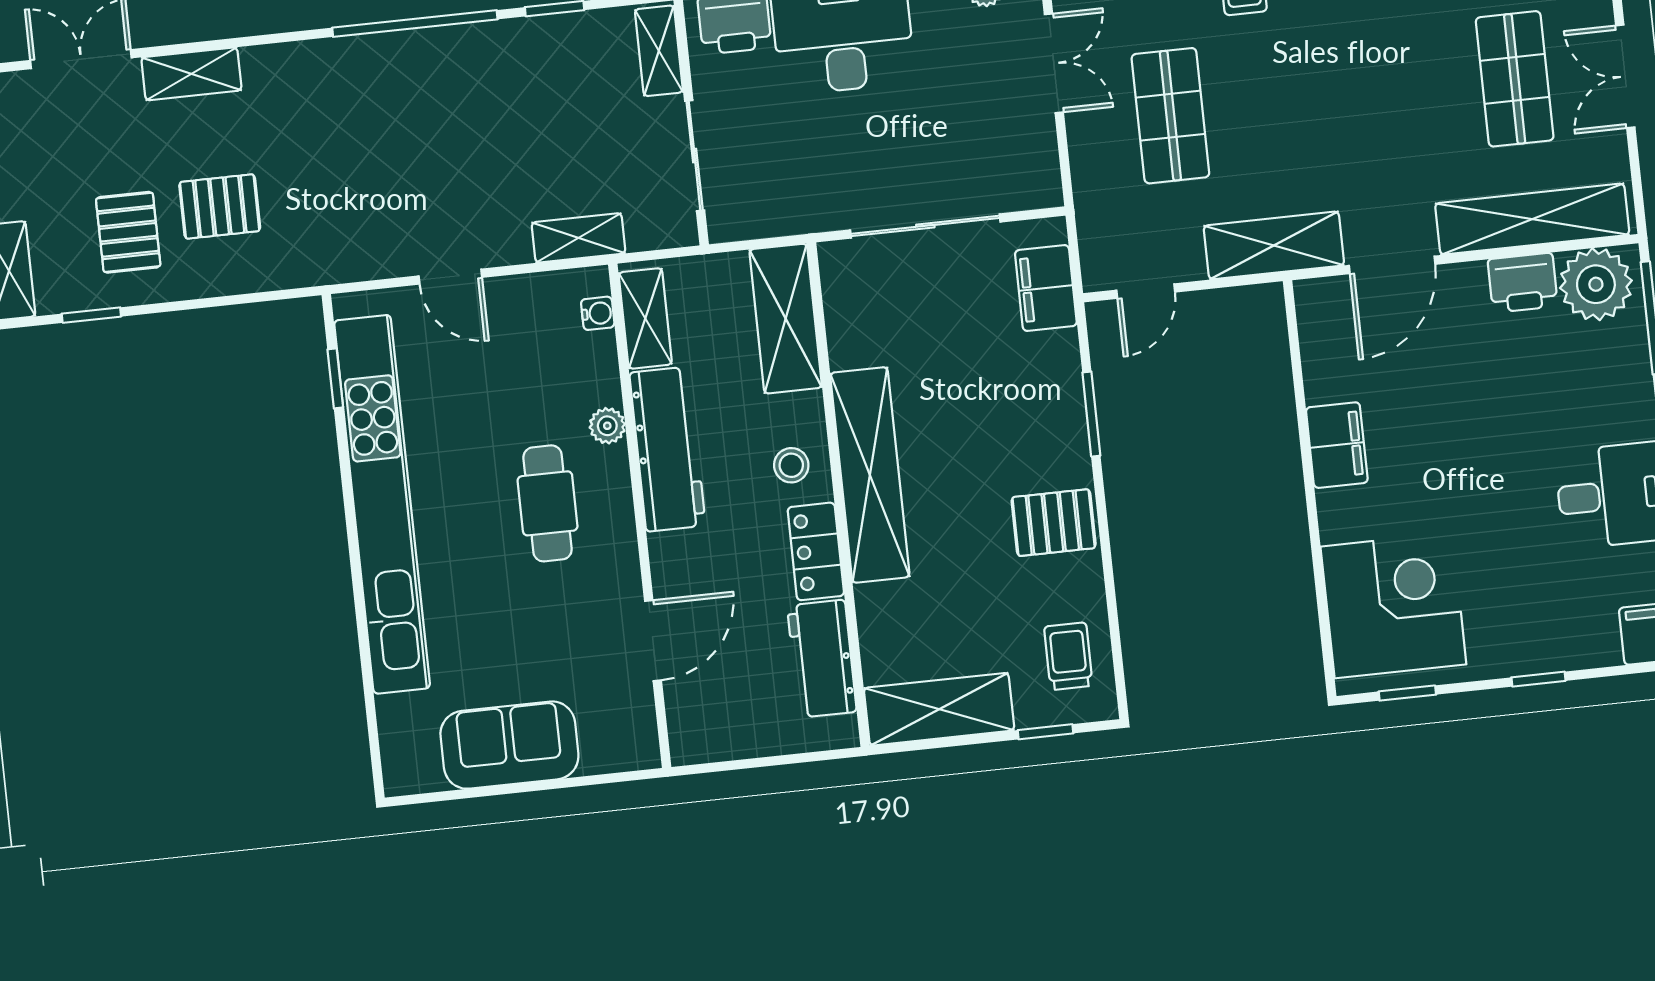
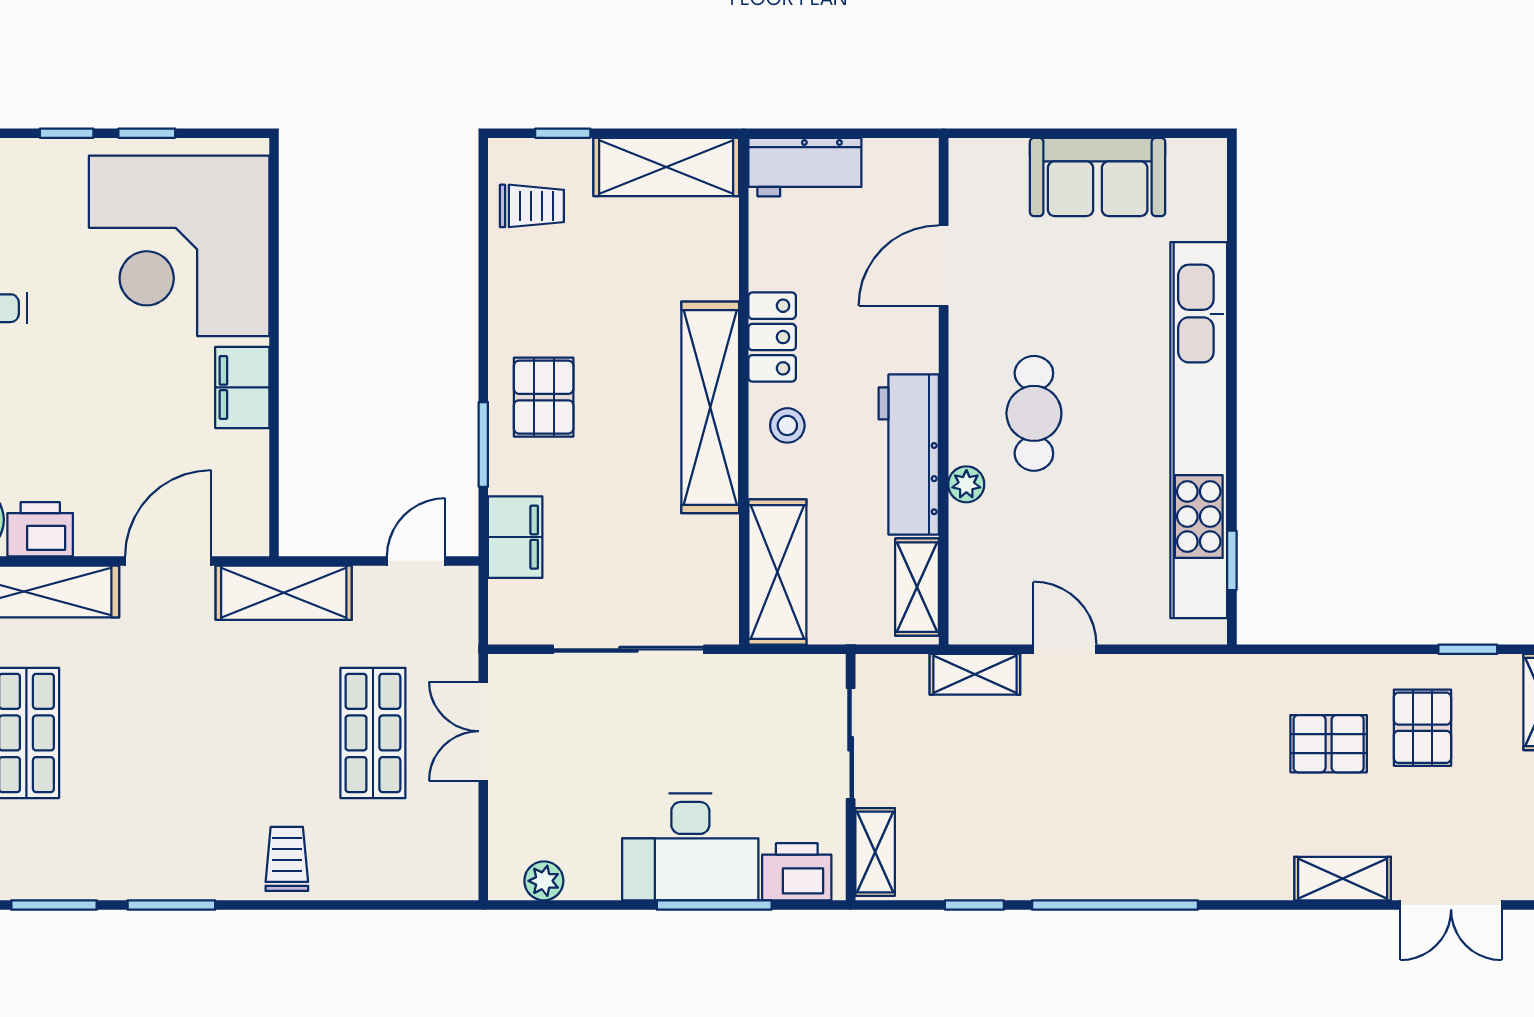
double door: (1054, 63) -> (483, 731), moved
door: (450, 277) -> (1065, 649), moved
filing cabinet: (1046, 288) -> (515, 537), moved
water cooler: (598, 313) -> (964, 597), removed
pallet: (1054, 523) -> (544, 397), moved, turned 90
corner desk: (1393, 605) -> (179, 246), width x1.36, depth x1.36
trolley: (1068, 656) -> (532, 206), turned -90
workbench: (822, 659) -> (805, 167), moved, turned 90
window: (1407, 693) -> (147, 133), moved

